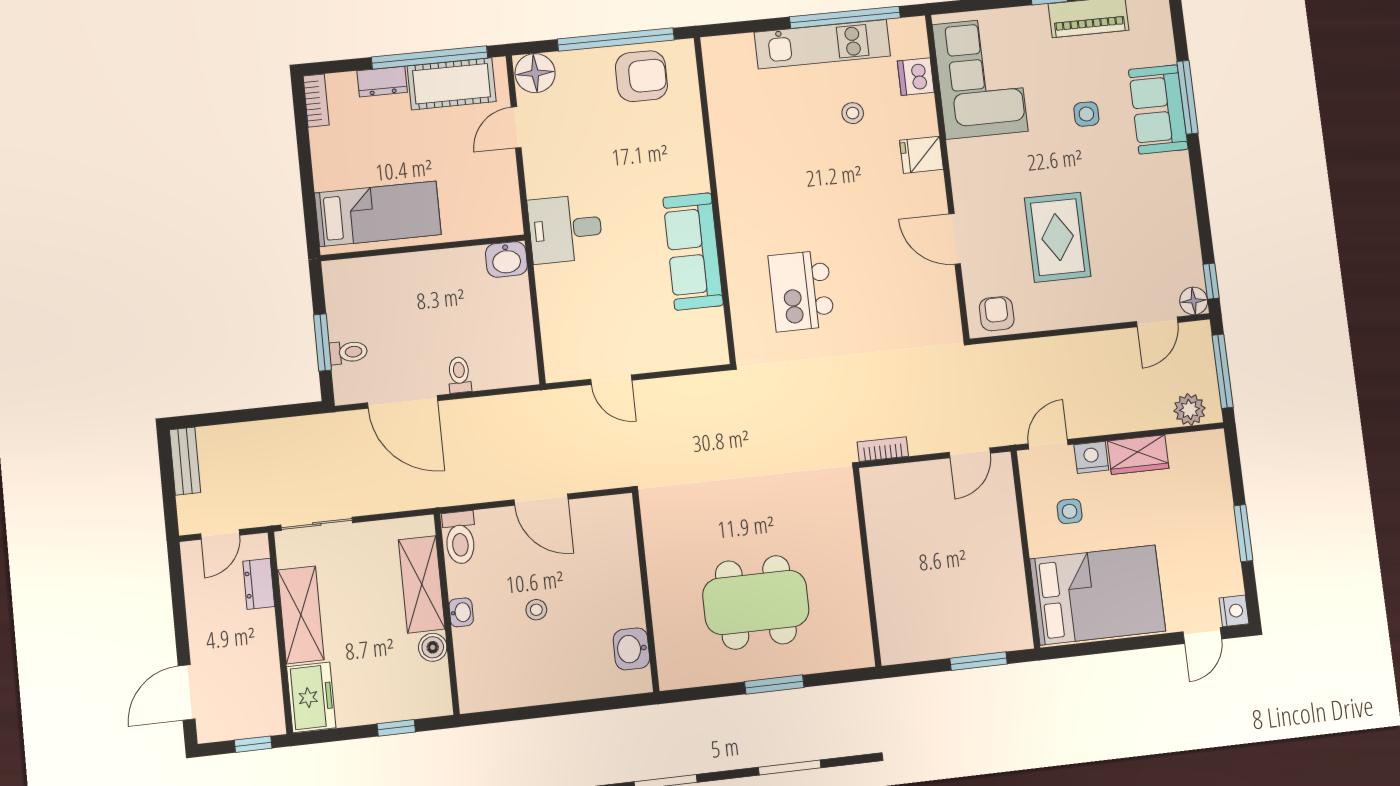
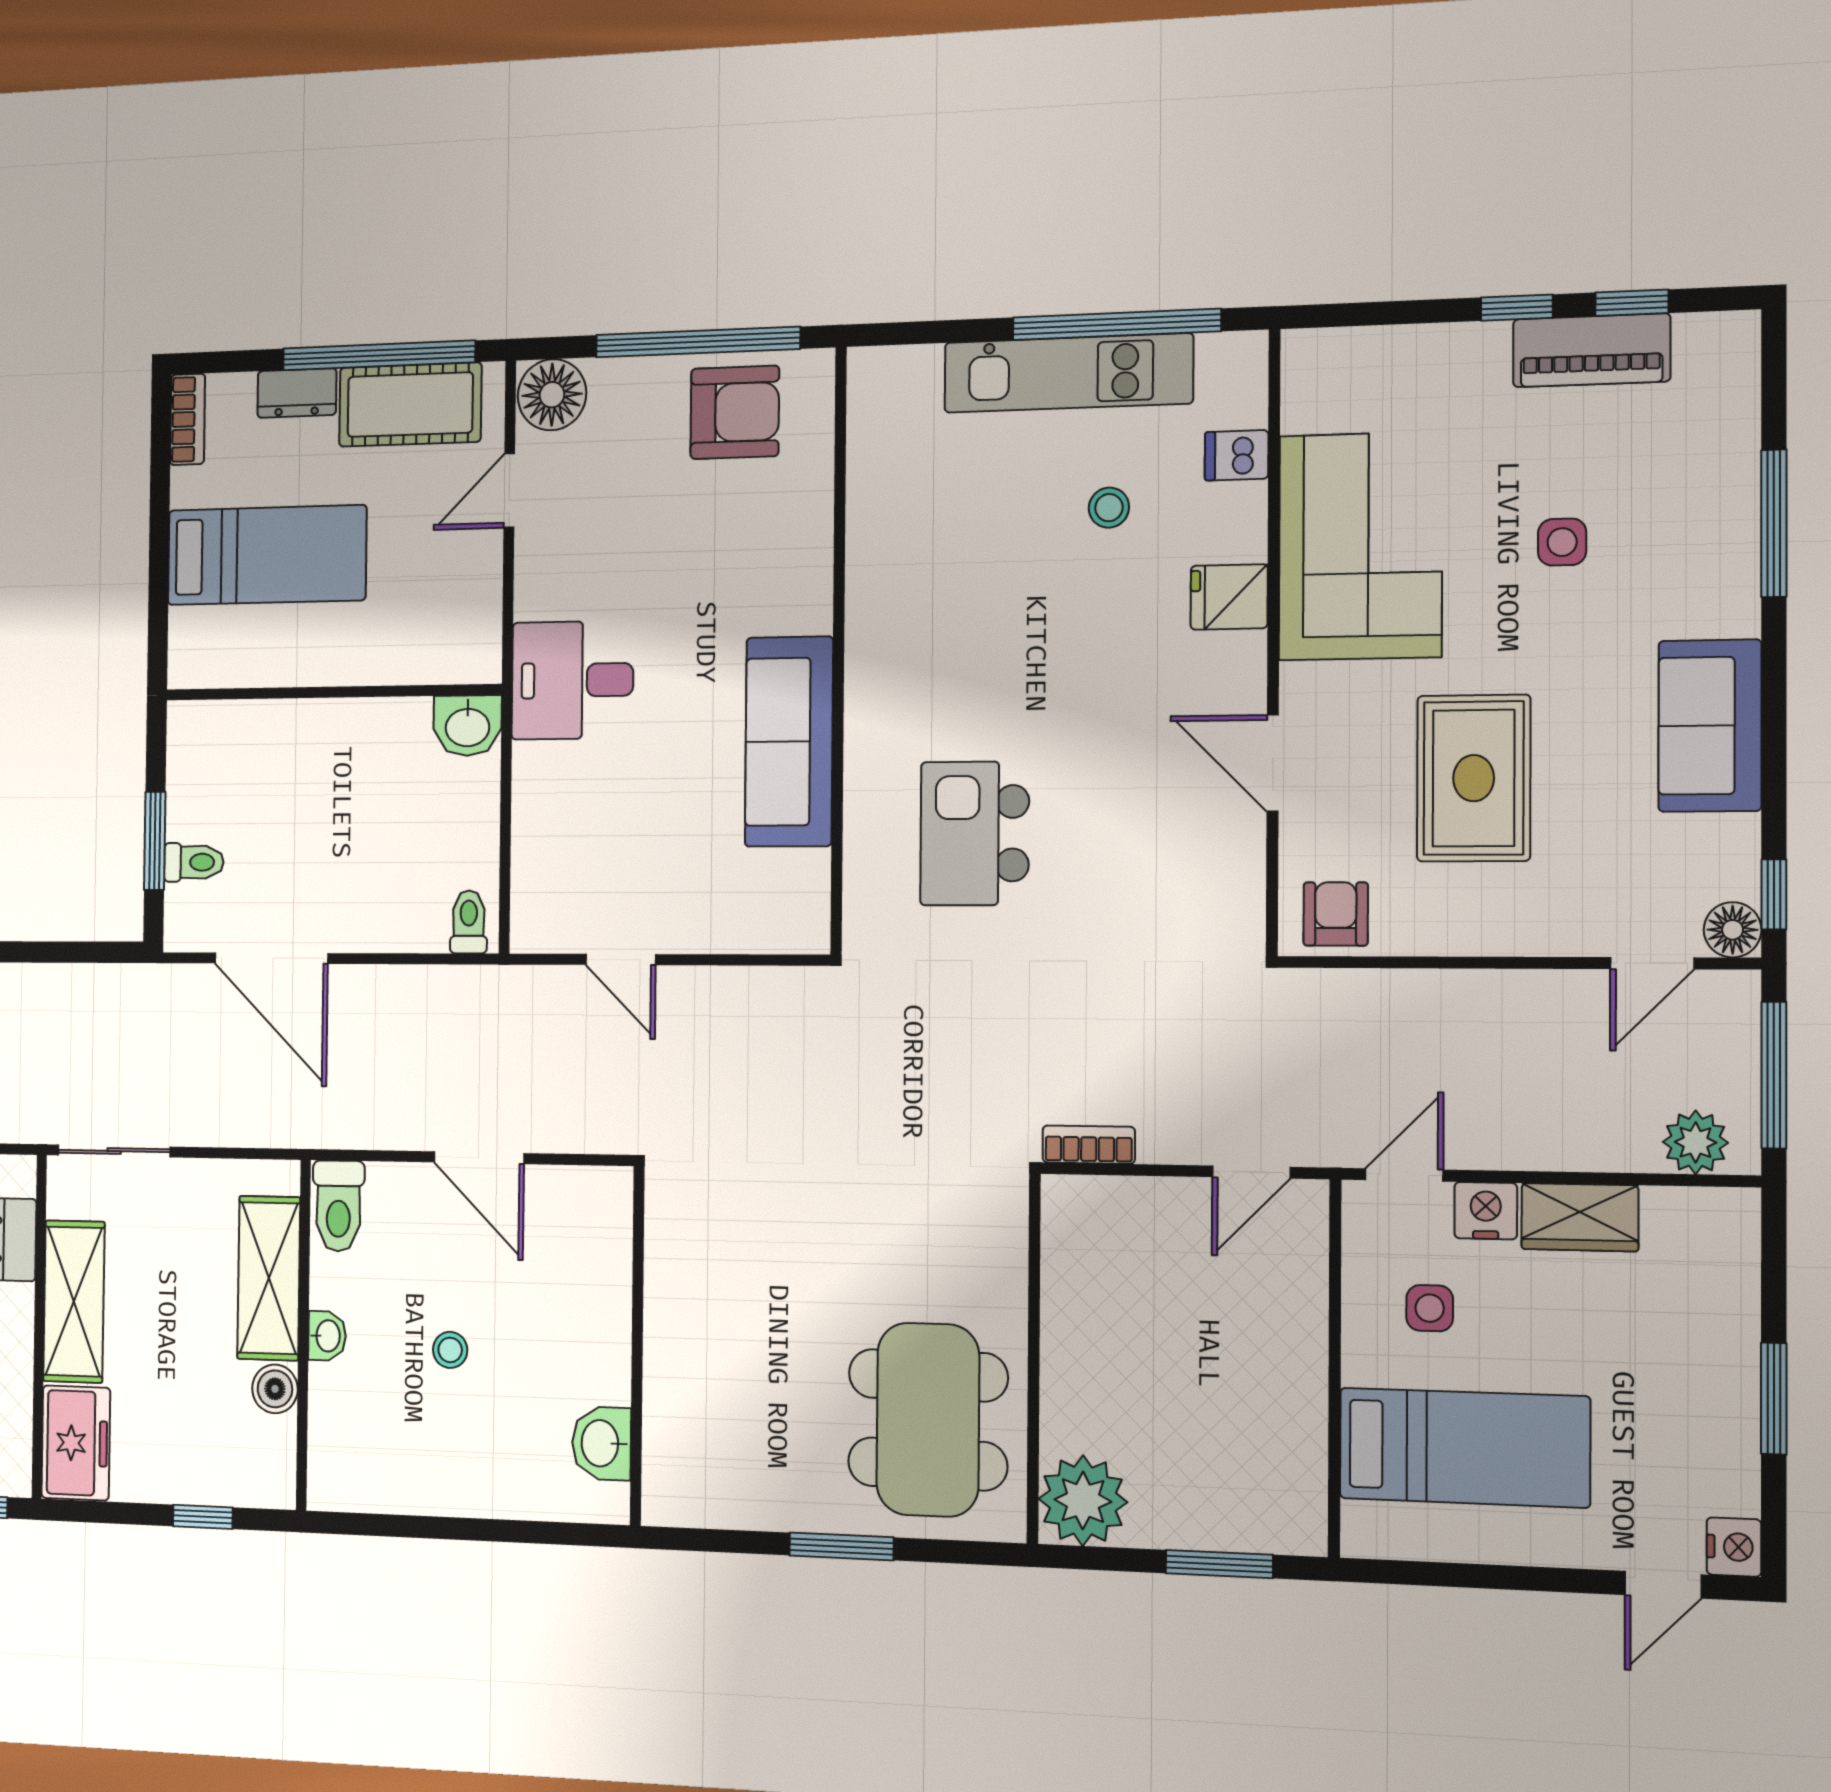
dishwasher: (916, 77) -> (1237, 455), width x0.73
corner sofa: (980, 78) -> (1360, 546), moved
sofa: (1158, 109) -> (1710, 726), moved
bed: (378, 214) -> (267, 555), moved
toilet: (459, 375) -> (469, 922), moved
bed: (1098, 595) -> (1464, 1447), width x0.67
dining table: (756, 602) -> (928, 1420), moved, turned 90
plant: (903, 639) -> (1083, 1501), added

